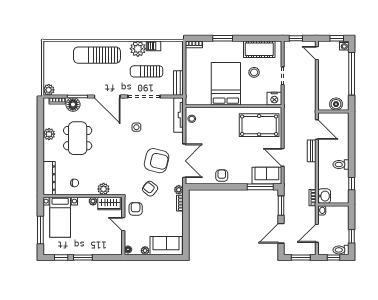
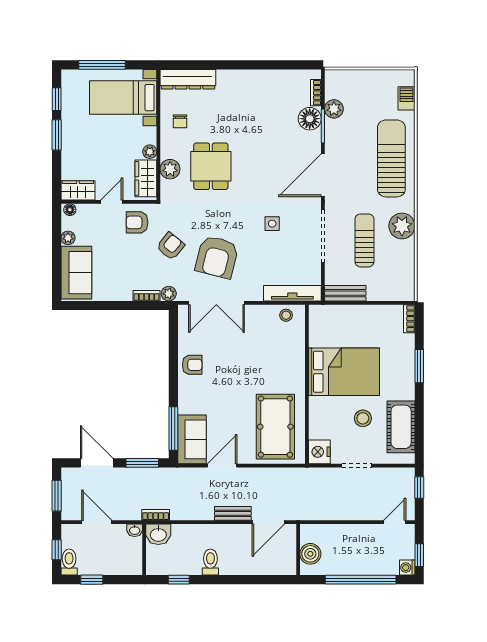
barbecue: (154, 46) -> (407, 98), moved
plant: (49, 90) -> (334, 109), moved
plant: (49, 134) -> (261, 79), removed
dining table: (78, 138) -> (211, 166), moved, width x0.73
armchair: (136, 209) -> (137, 222), turned 180
wardrobe: (116, 245) -> (78, 190), added

